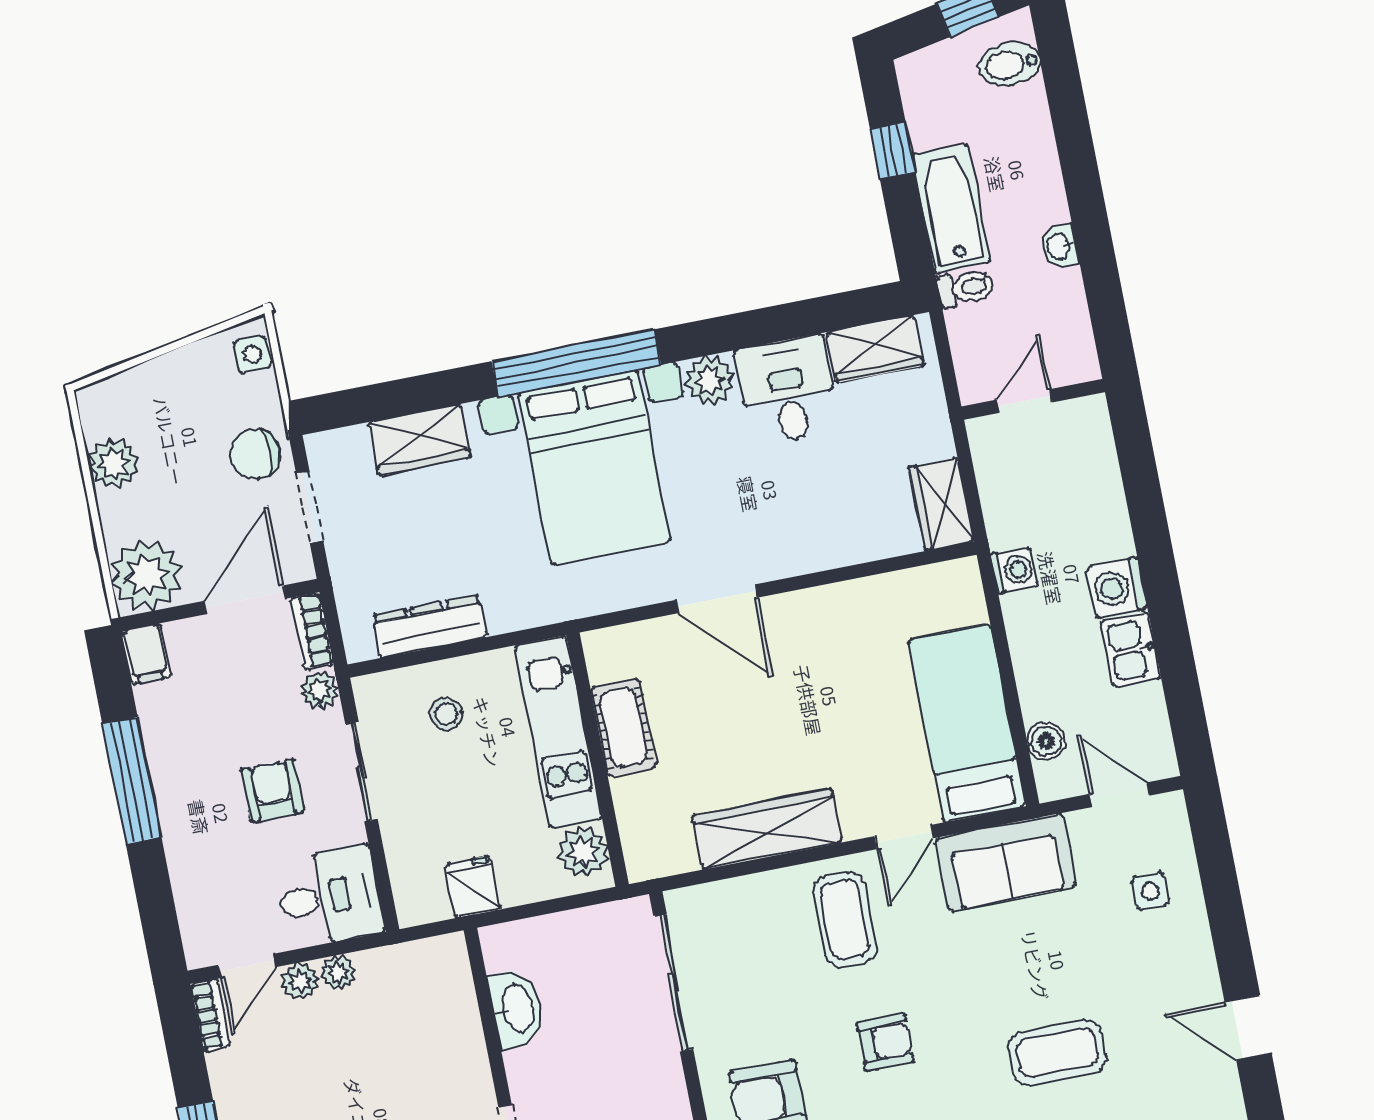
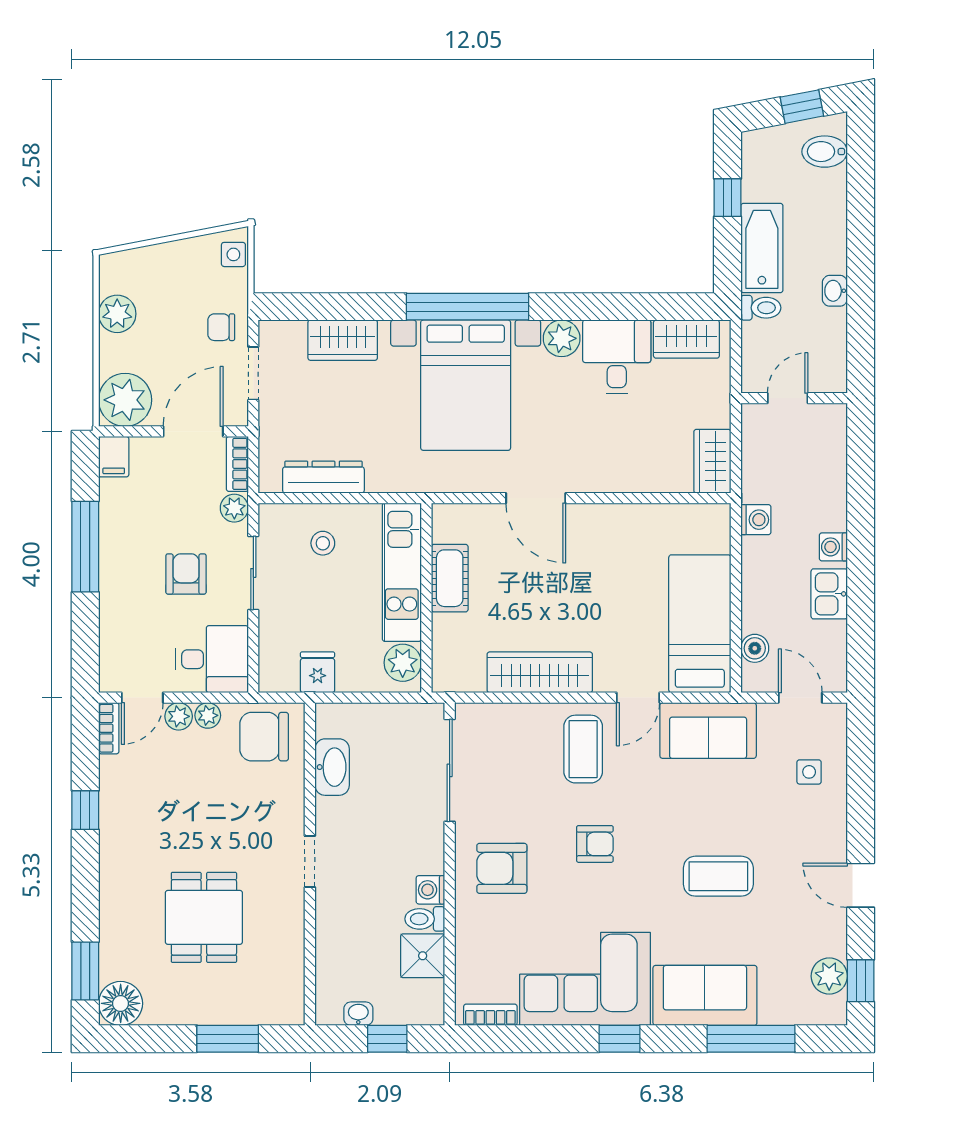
chair: (255, 454) -> (221, 327), width x0.73, depth x0.73
washing machine: (1117, 588) -> (833, 547), width x0.73, depth x0.73
chair: (418, 986) -> (264, 737), added

